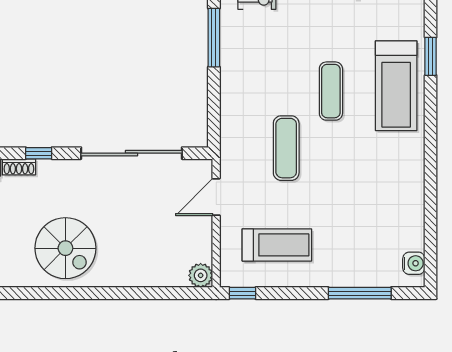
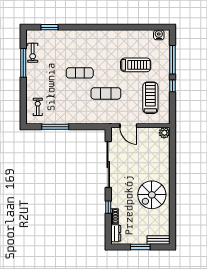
window: (431, 56) -> (50, 27), moved
treadmill: (396, 86) -> (136, 65), moved, width x0.73, depth x0.73
spiral stairs: (65, 248) -> (152, 195), turned 180
window: (242, 293) -> (173, 86), moved

